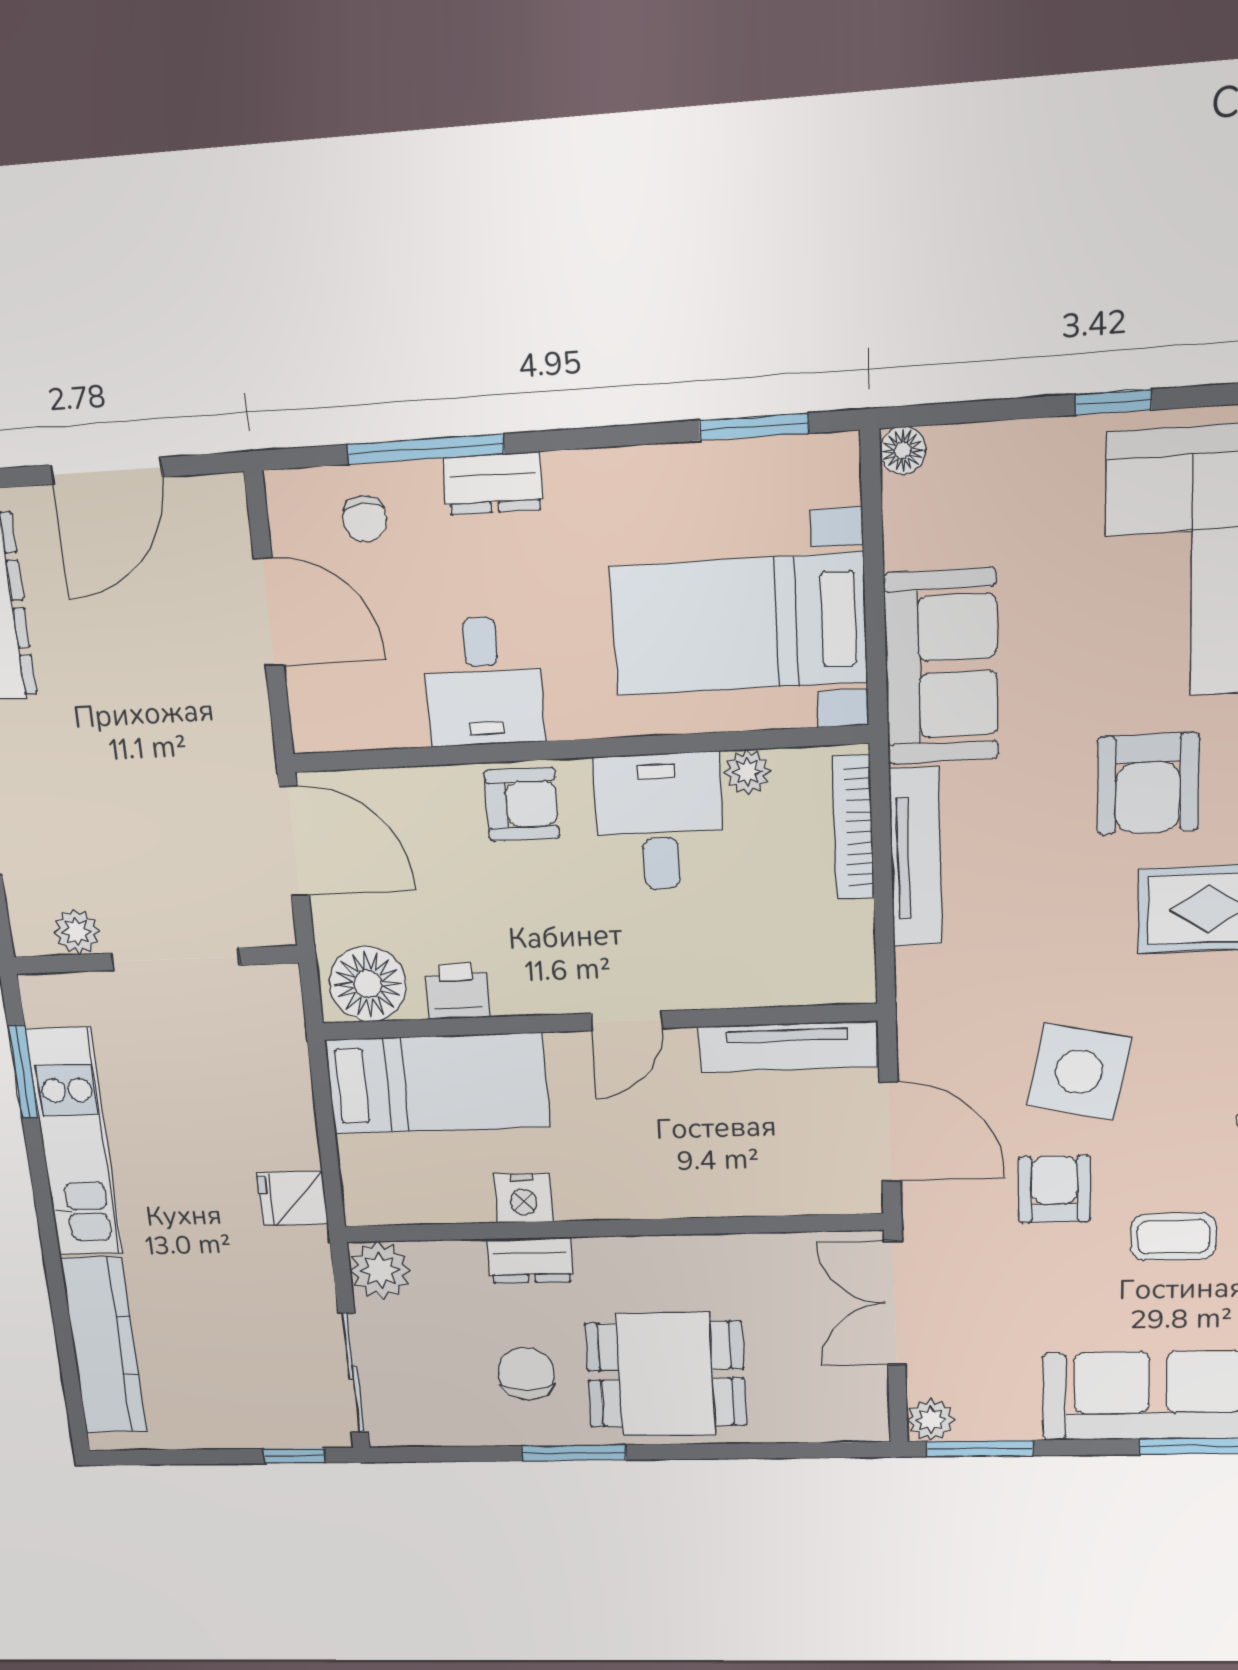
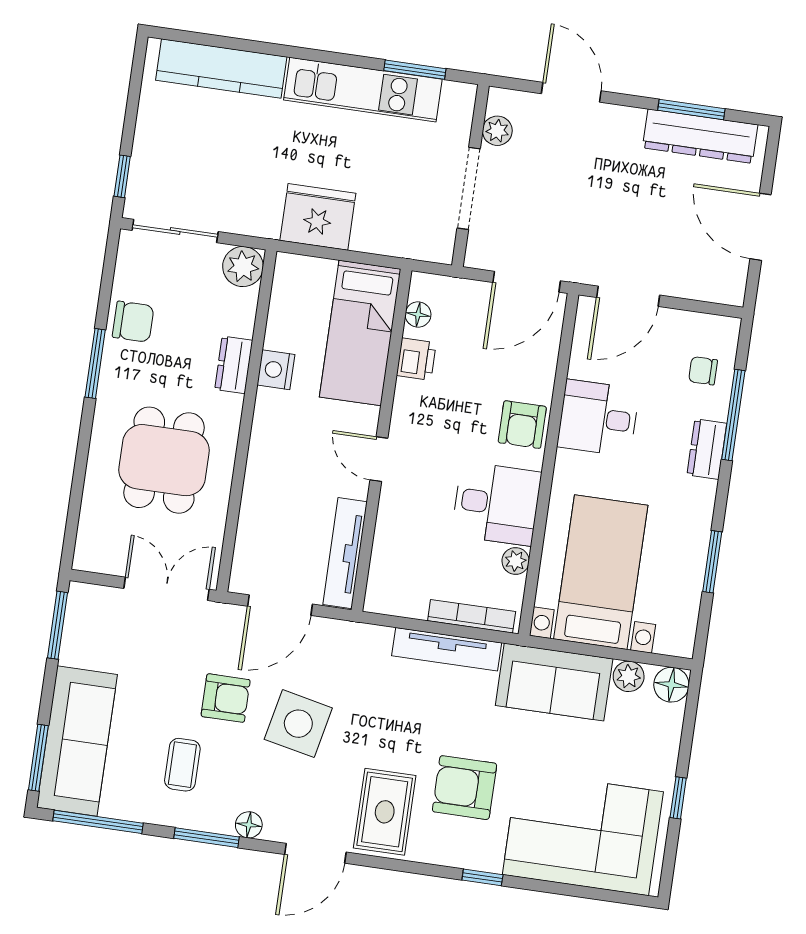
window: (754, 427) -> (712, 562), moved
floor lamp: (903, 450) -> (671, 685), width x1.37, depth x1.37
door: (269, 612) -> (628, 296), moved
floor lamp: (368, 984) -> (418, 314), width x0.53, depth x0.53
fridge: (293, 1199) -> (318, 217), width x1.88, depth x1.34
chair: (526, 1374) -> (133, 322), moved
dining table: (666, 1374) -> (164, 460), moved
plant: (931, 1420) -> (629, 676), moved

